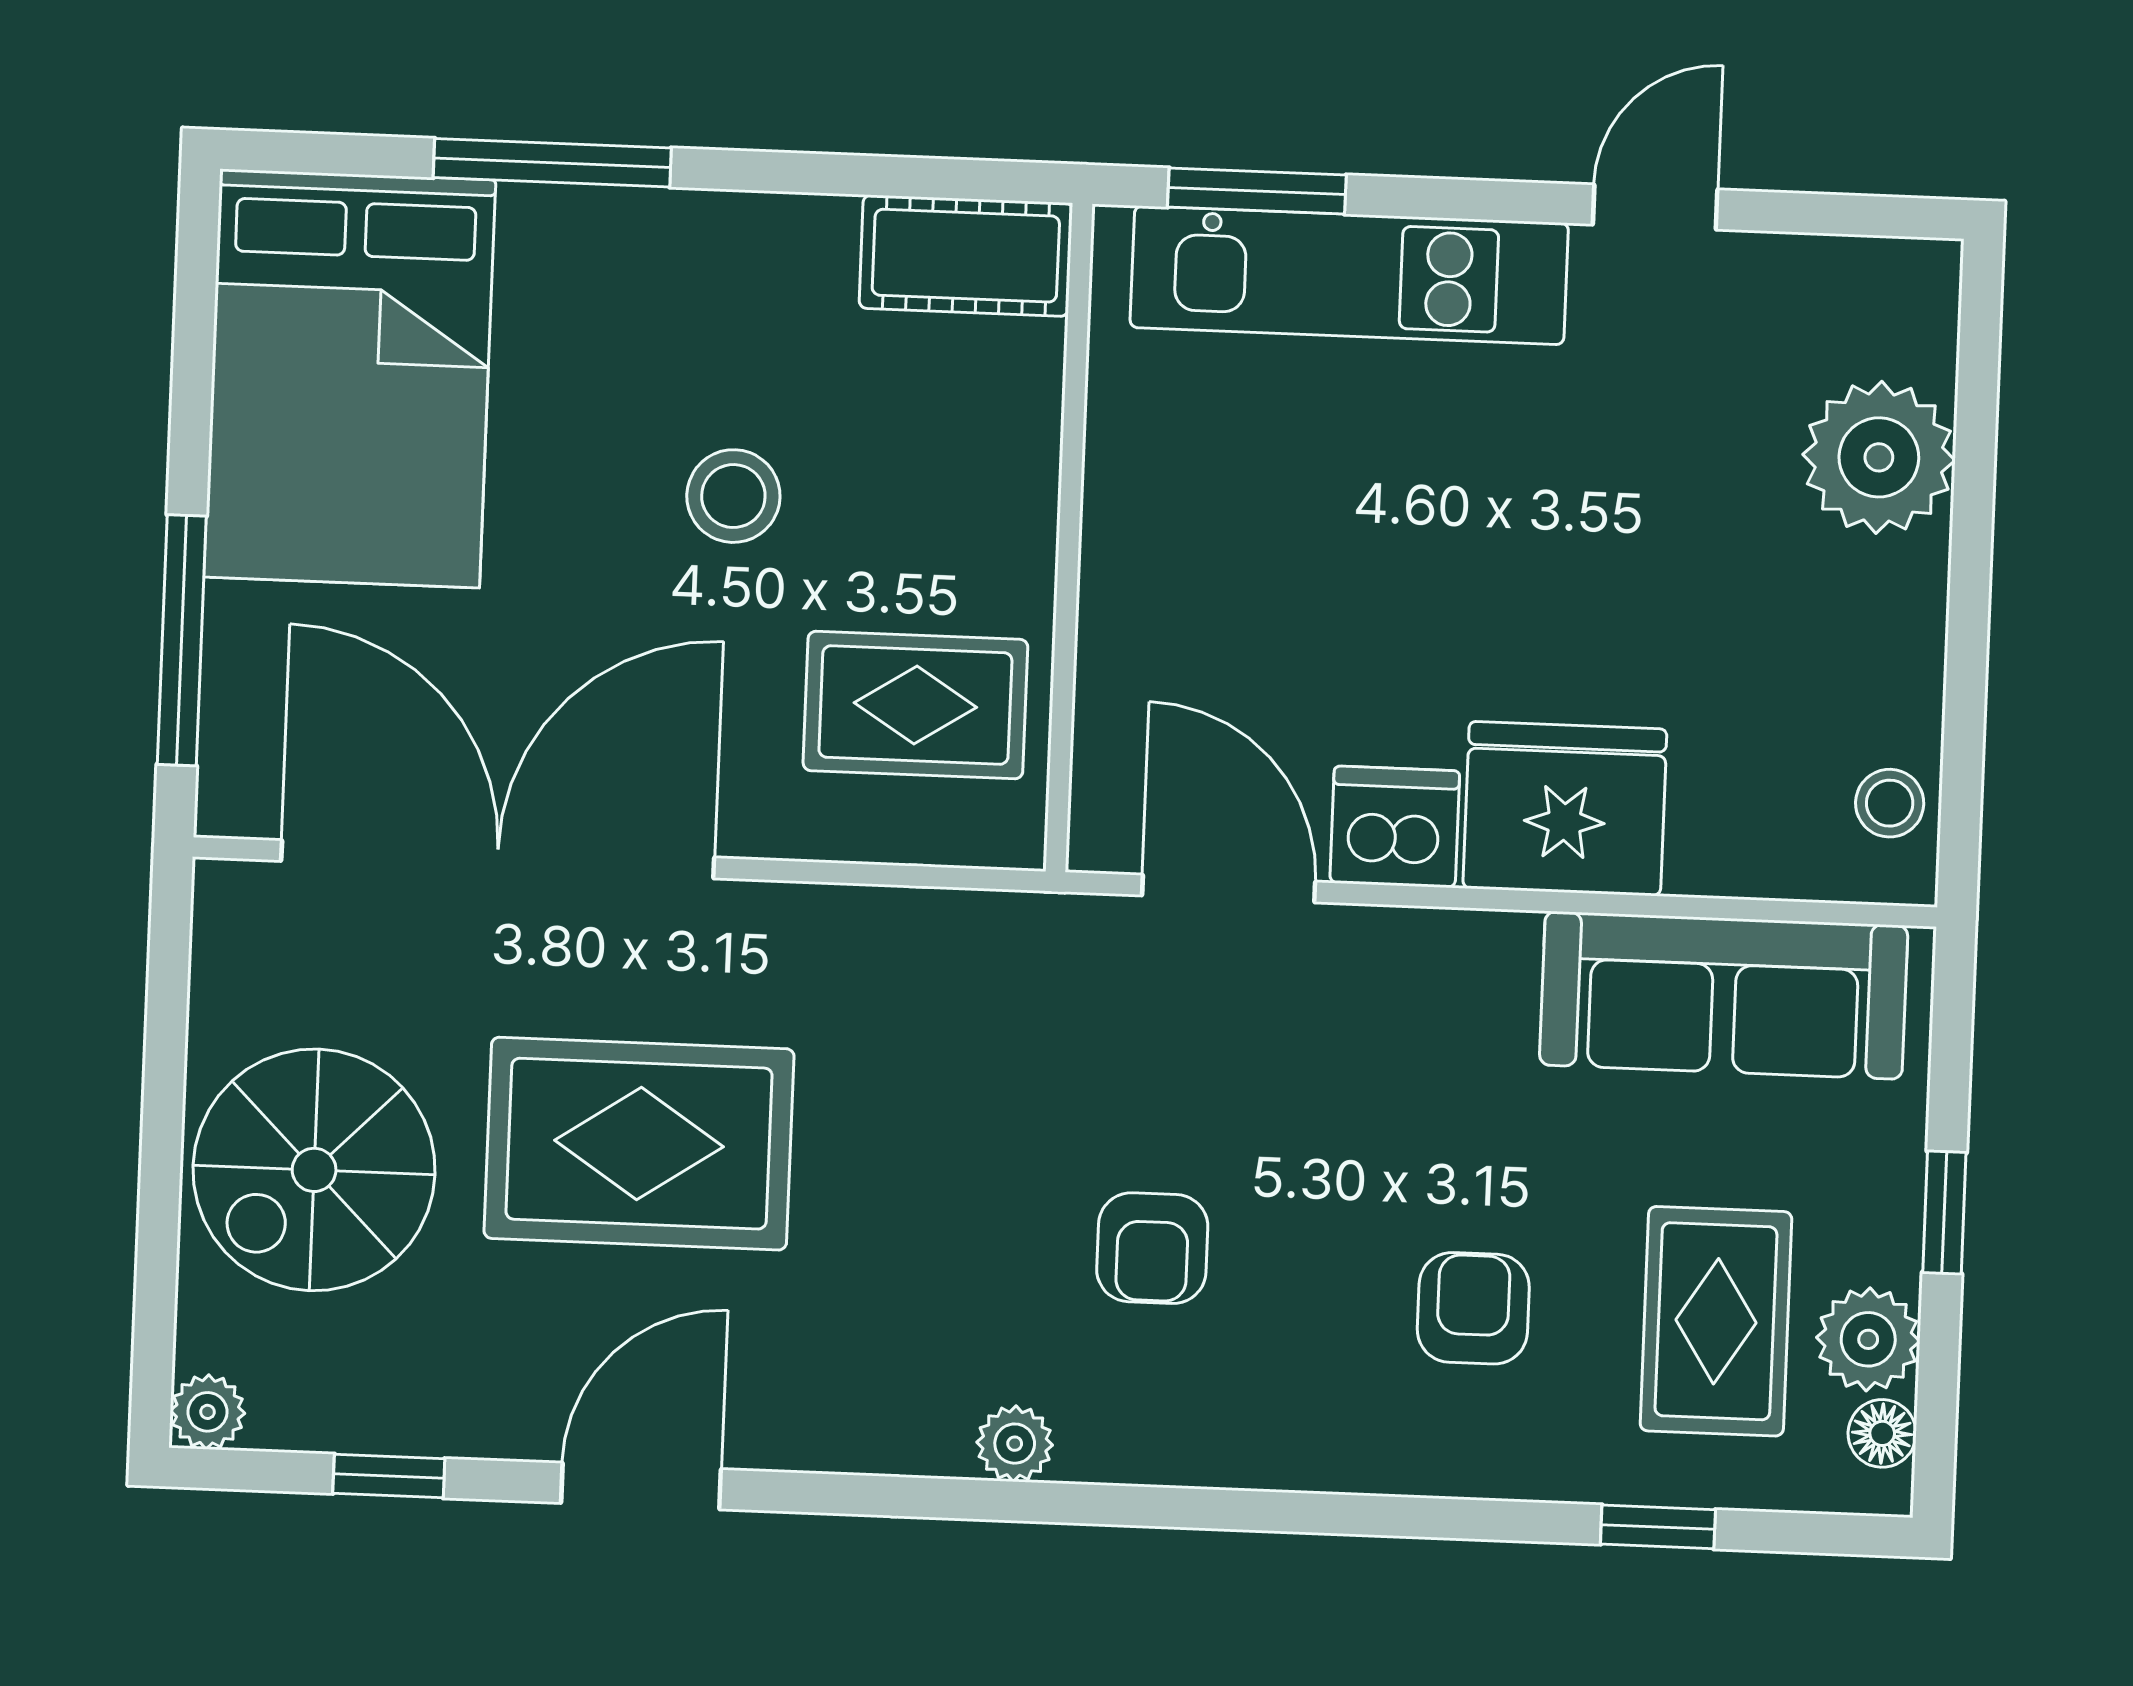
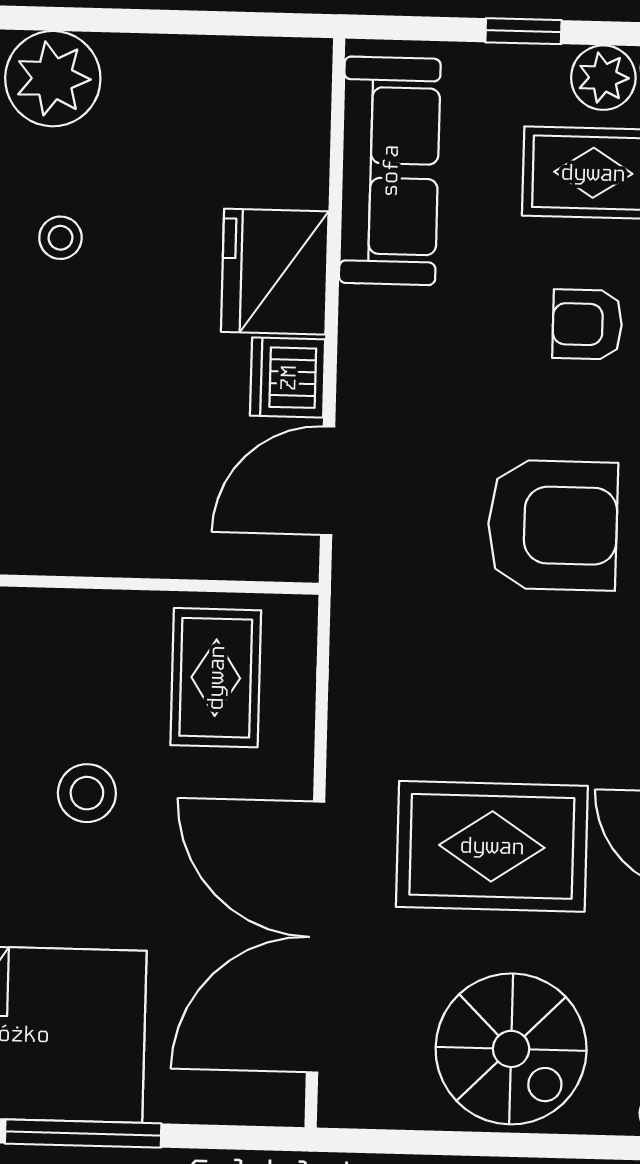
window: (182, 640) -> (83, 1134), moved
stool: (1890, 803) -> (60, 238), moved
rug: (639, 1144) -> (492, 846), turned 90
armchair: (1152, 1248) -> (553, 525), width x1.88, depth x1.88

